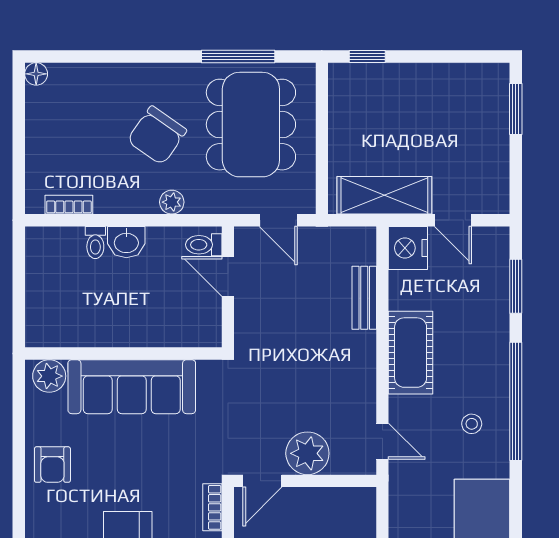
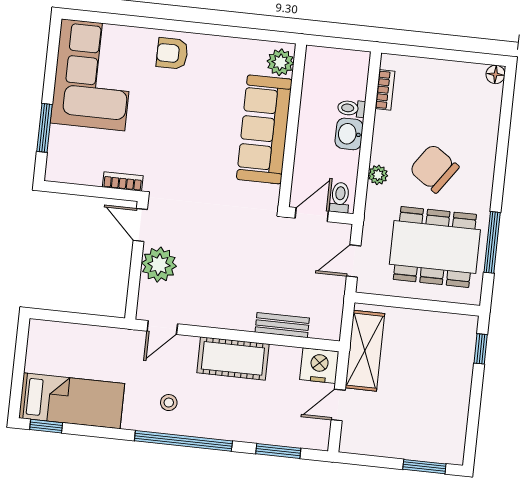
wall: (123, 354) -> (292, 125), moved
plant: (49, 376) -> (280, 62), moved
sofa: (132, 387) -> (264, 129), moved

